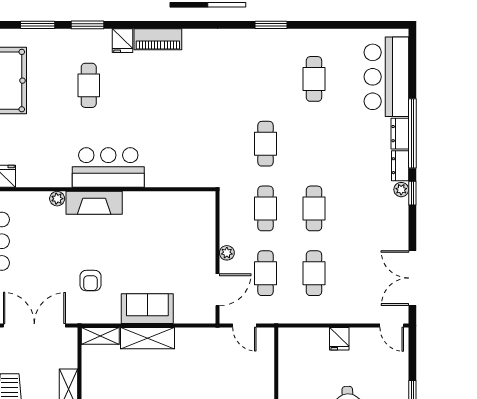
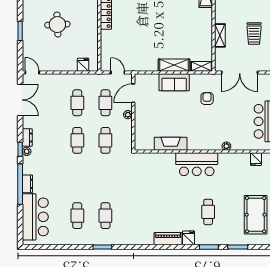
cafe table: (265, 144) -> (105, 216), moved
dresser: (400, 166) -> (27, 138), moved
fireplace: (94, 203) -> (171, 144), moved
fridge: (339, 339) -> (83, 65), moved

